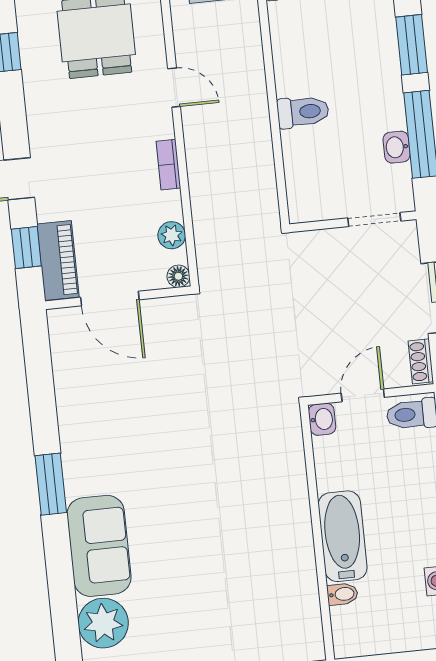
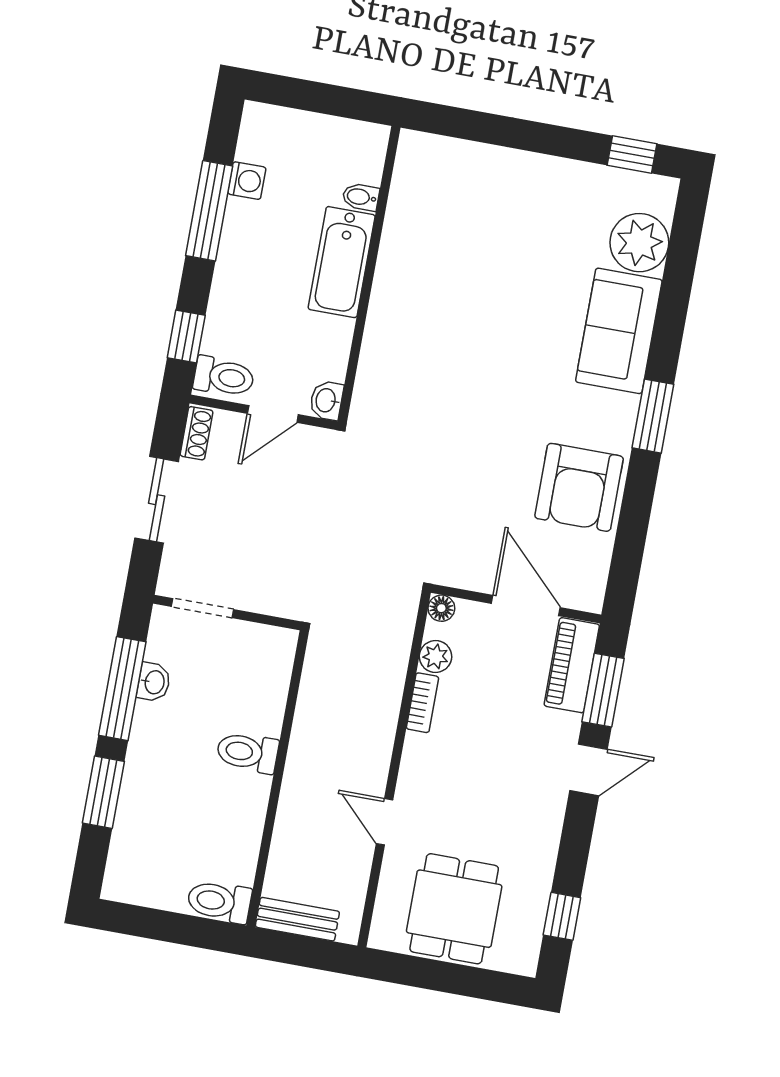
bookcase: (168, 165) -> (422, 703), moved
window: (26, 248) -> (603, 690), width x1.50
armchair: (94, 408) -> (579, 487), added

